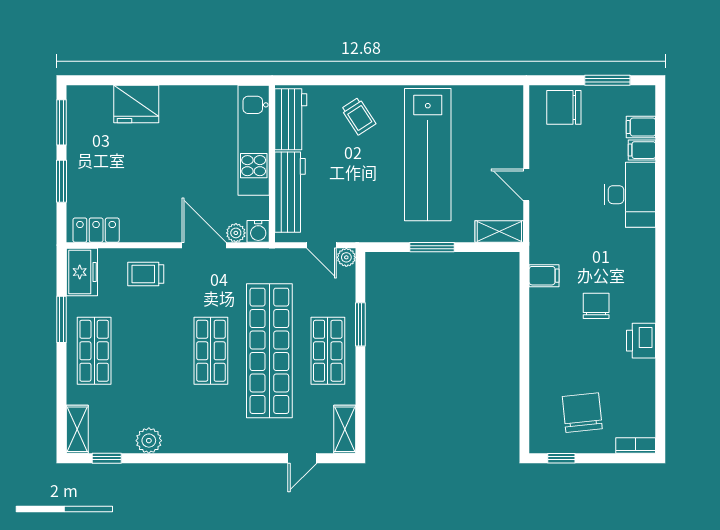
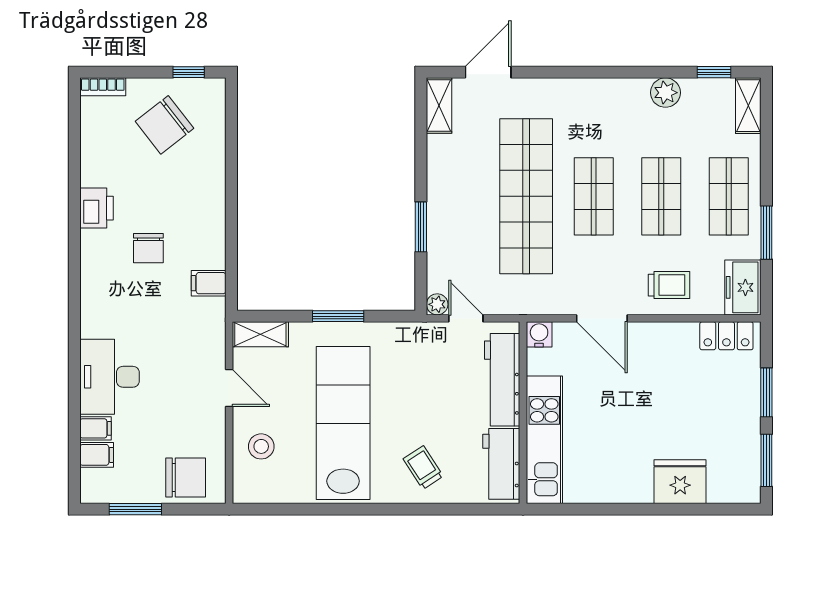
stool: (499, 134) -> (261, 446), added
plant: (236, 233) -> (565, 333), removed
shop shelf: (328, 351) -> (661, 196), moved
chair: (582, 413) -> (164, 125), turned 58
door: (302, 458) -> (488, 72), width x1.38

